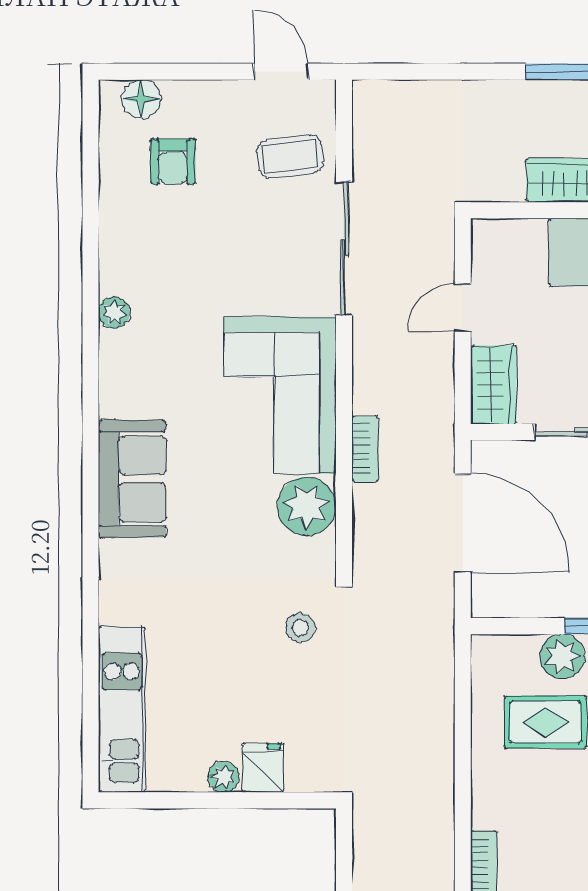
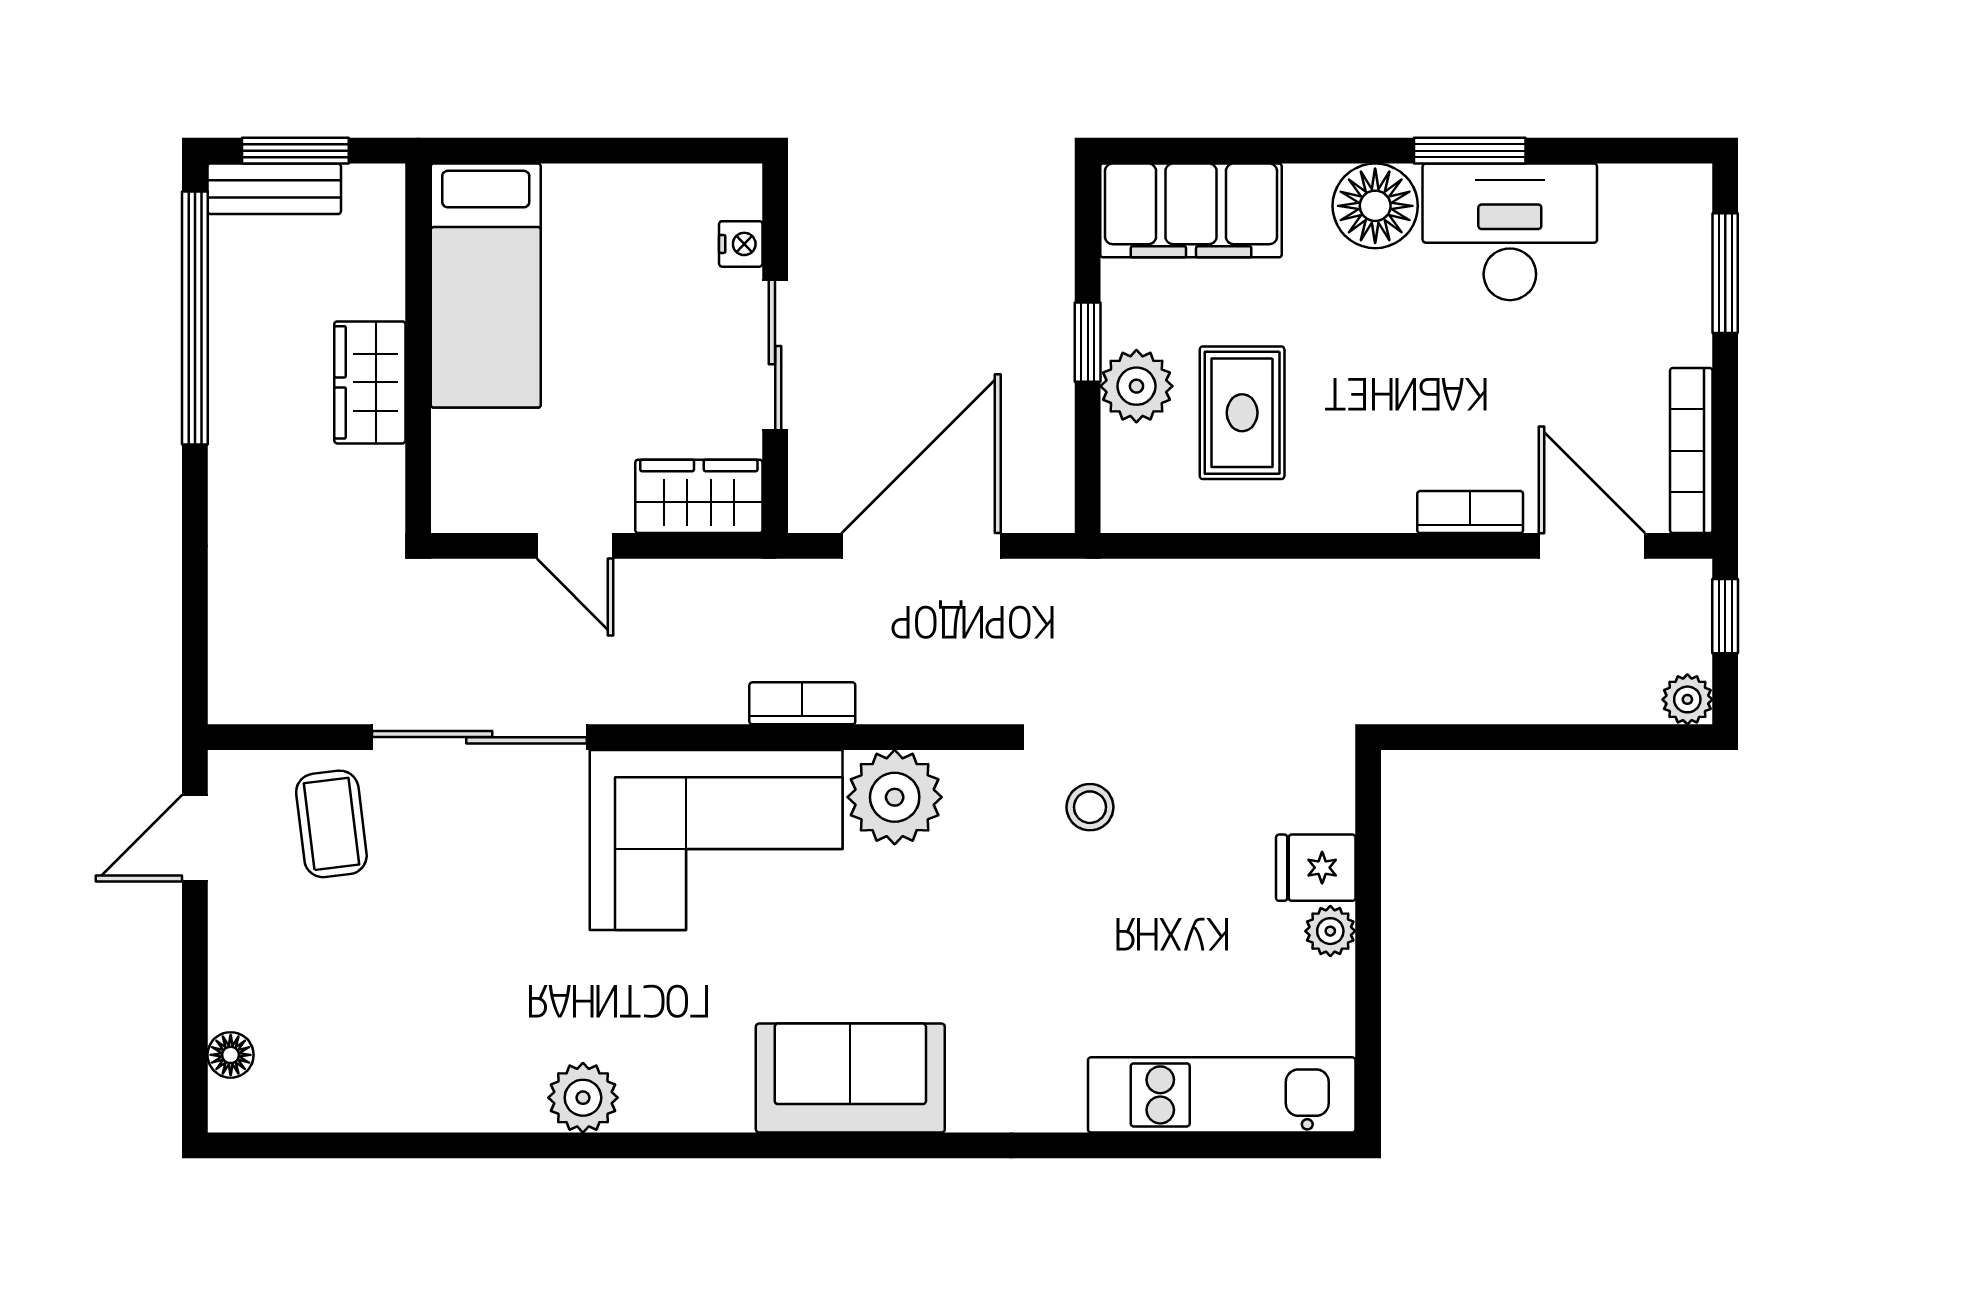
floor lamp: (141, 99) -> (231, 1055), width x0.73, depth x0.73
armchair: (173, 161) -> (339, 1013), removed
plant: (114, 313) -> (583, 1098), width x1.38, depth x1.38

